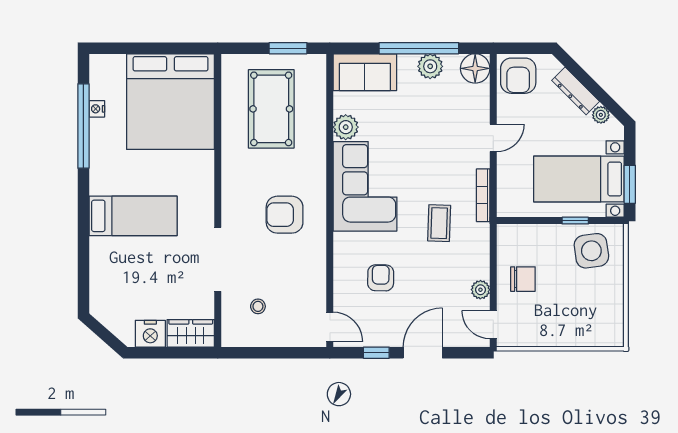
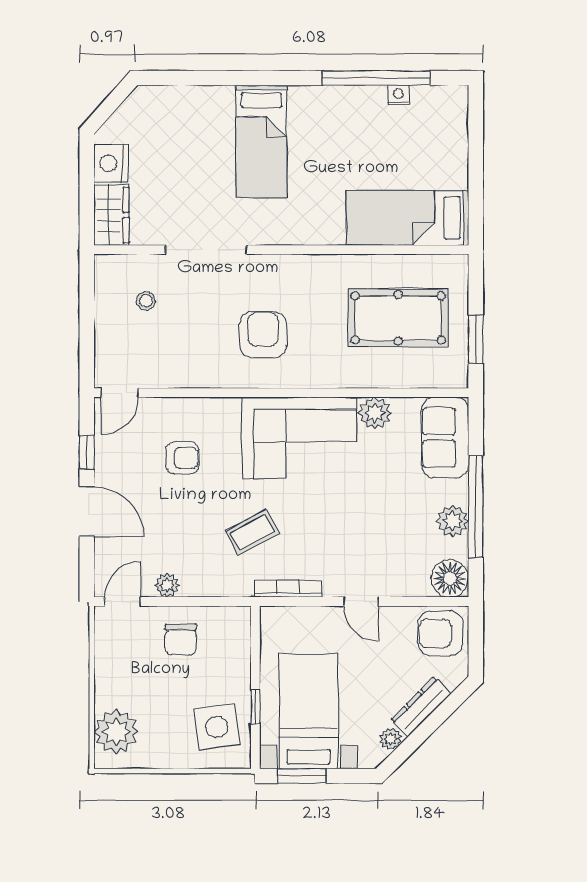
bed: (170, 102) -> (408, 218), width x0.49
coffee table: (439, 223) -> (252, 532), turned -30
plant: (595, 330) -> (116, 732), added

